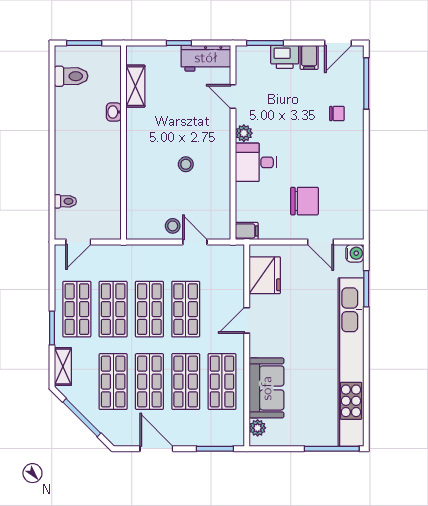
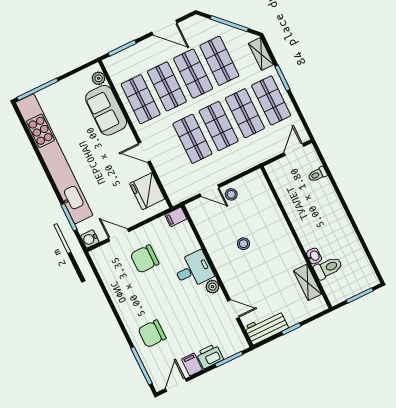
toilet: (71, 76) -> (328, 268), moved, turned 180
chair: (337, 114) -> (152, 334), width x1.87, depth x1.87
door: (247, 320) -> (144, 152), swing flipped

